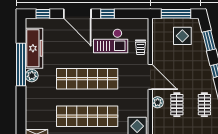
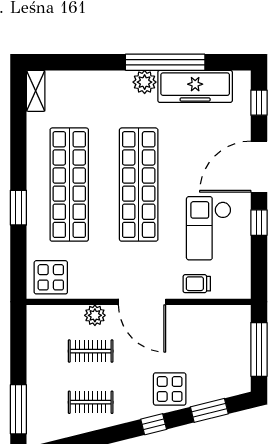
display table: (182, 36) -> (170, 389), moved
door: (150, 77) -> (142, 302), hinge flipped

